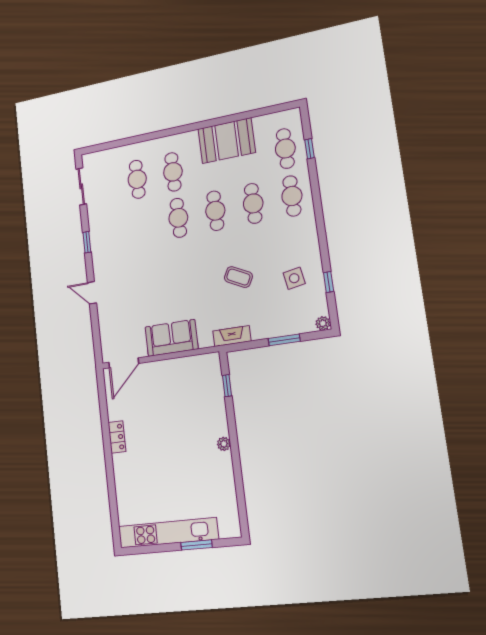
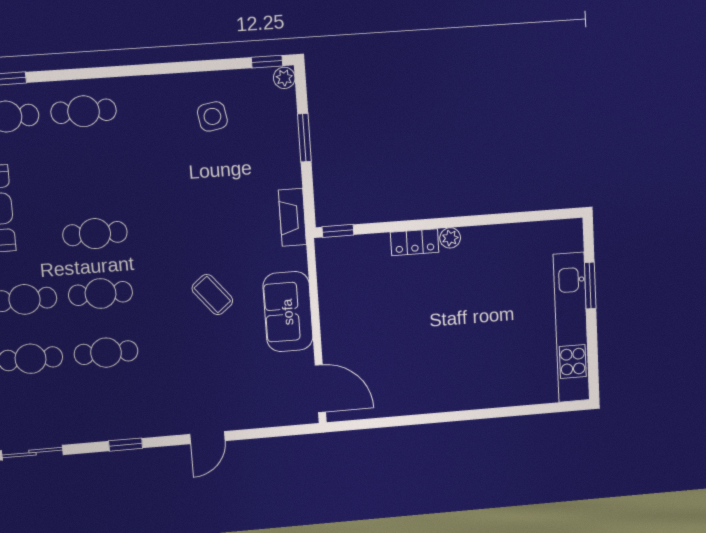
cafe table: (253, 203) -> (106, 353), moved
coffee table: (238, 277) -> (212, 295), moved, turned -66
window: (329, 282) -> (267, 62), moved
window: (227, 386) -> (338, 231), moved
locker: (117, 437) -> (415, 242), moved, turned 180

